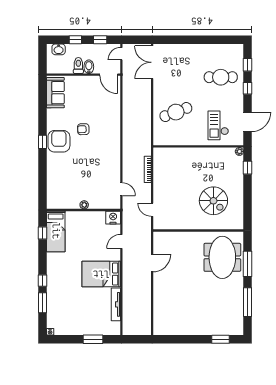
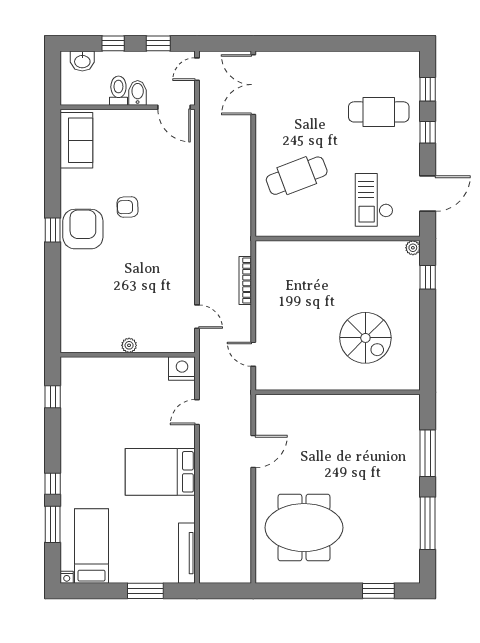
bed: (56, 231) -> (92, 546), moved, turned 180
meeting table: (222, 257) -> (304, 528), moved, turned 90
tv unit: (116, 304) -> (187, 553), moved

